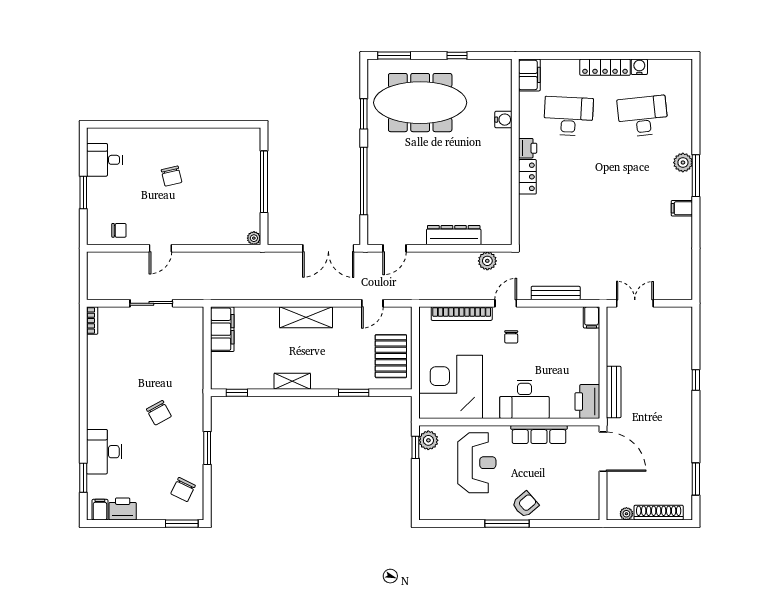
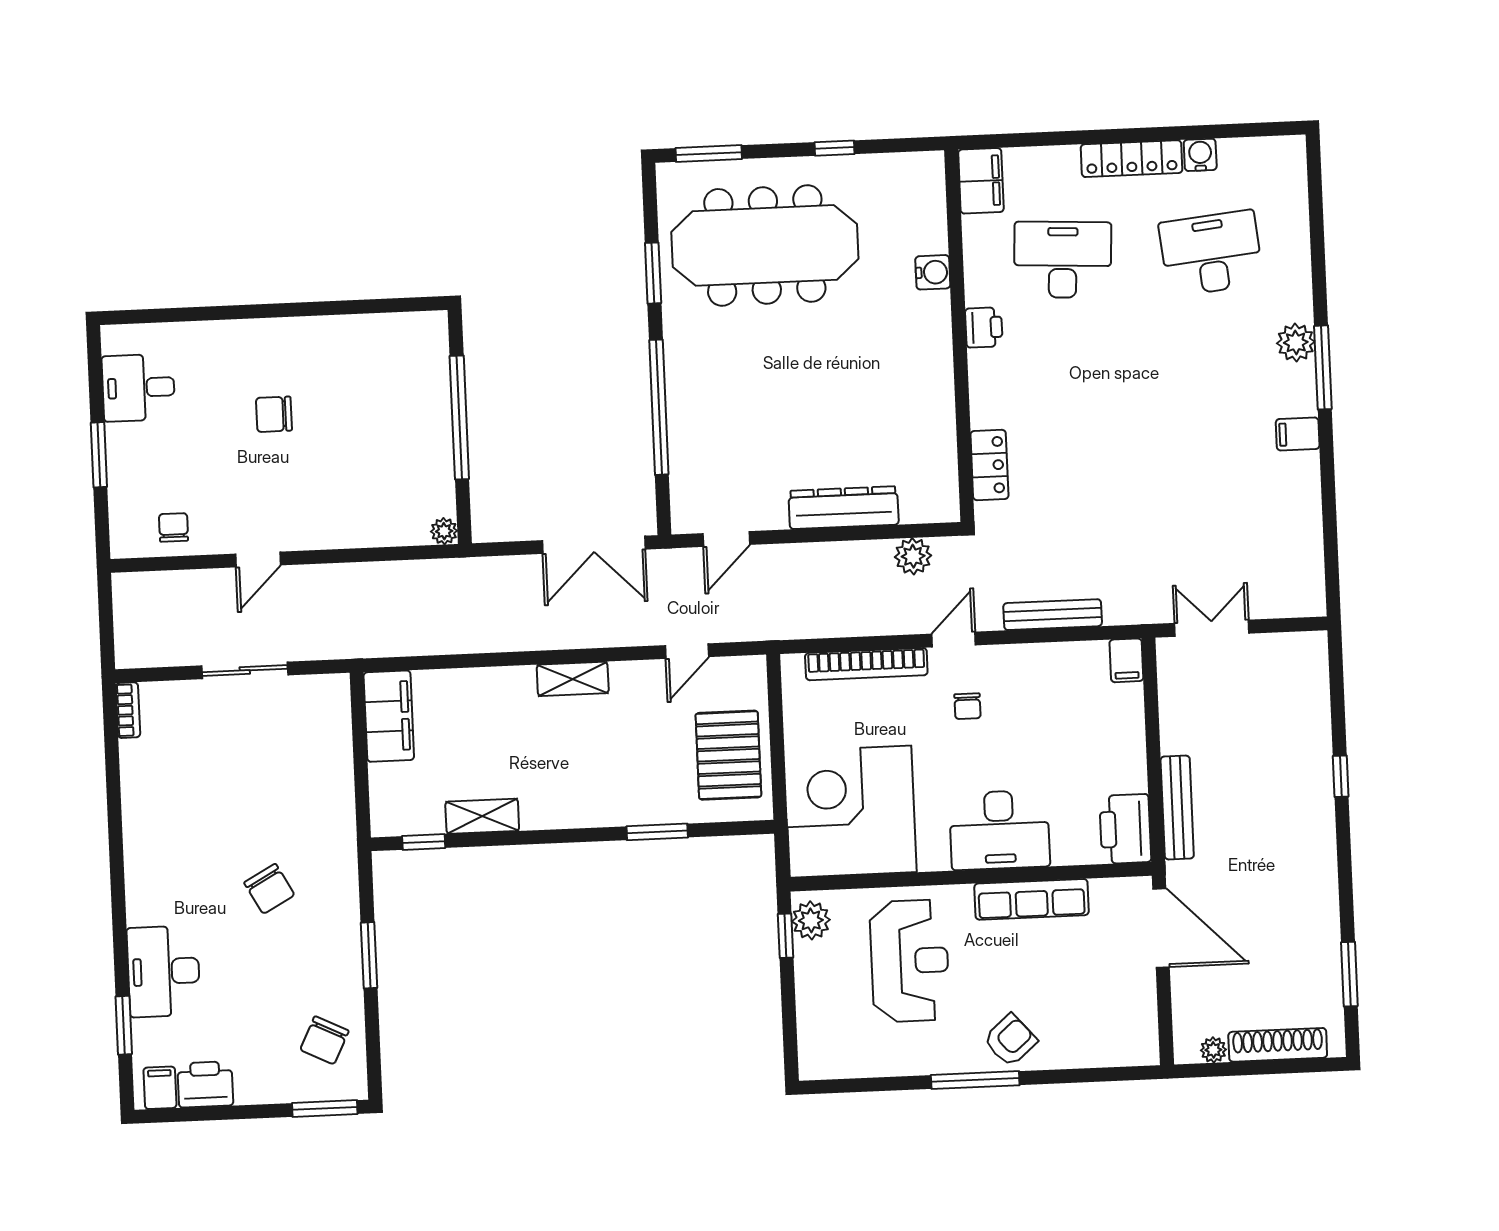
chair: (172, 176) -> (274, 414), turned 103
locker: (527, 177) -> (989, 465), moved
chair: (119, 230) -> (174, 527), turned -90
shelving: (306, 317) -> (573, 679), width x0.67, depth x0.75
shelving: (292, 381) -> (482, 816), moved

